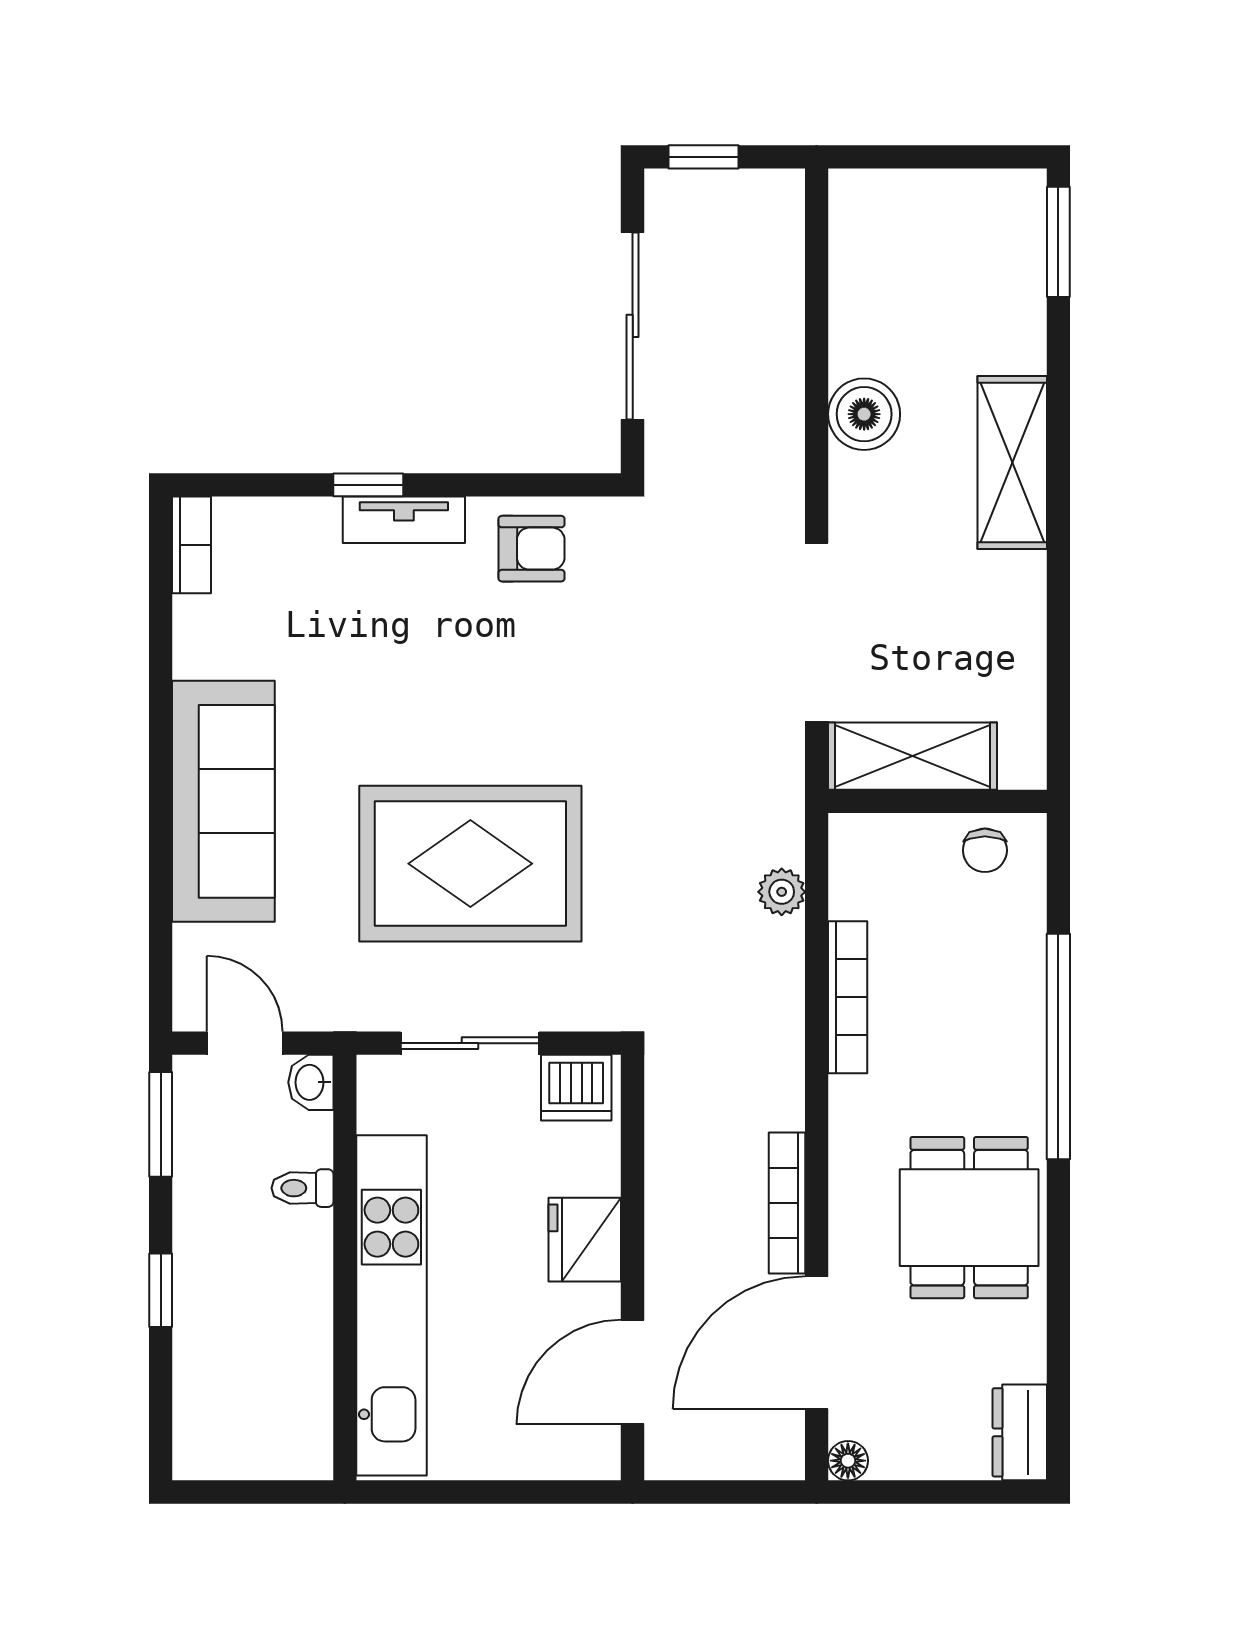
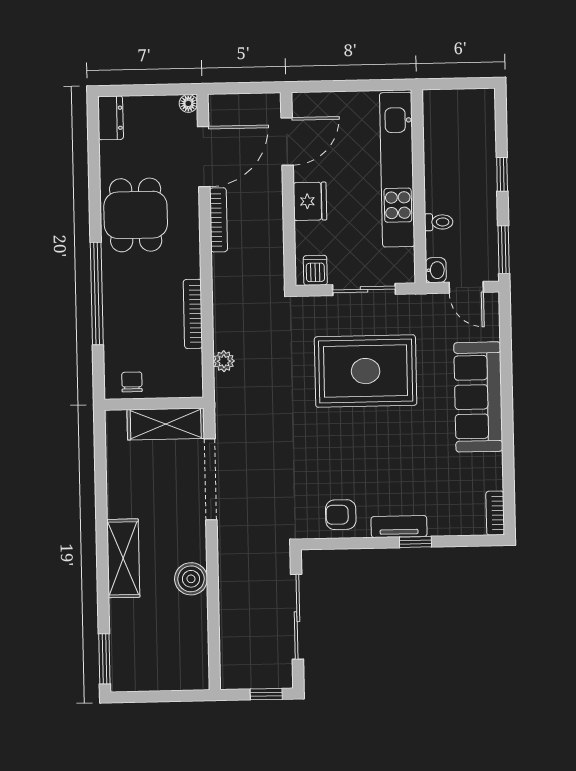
dishwasher: (576, 1088) -> (315, 270), width x0.73

